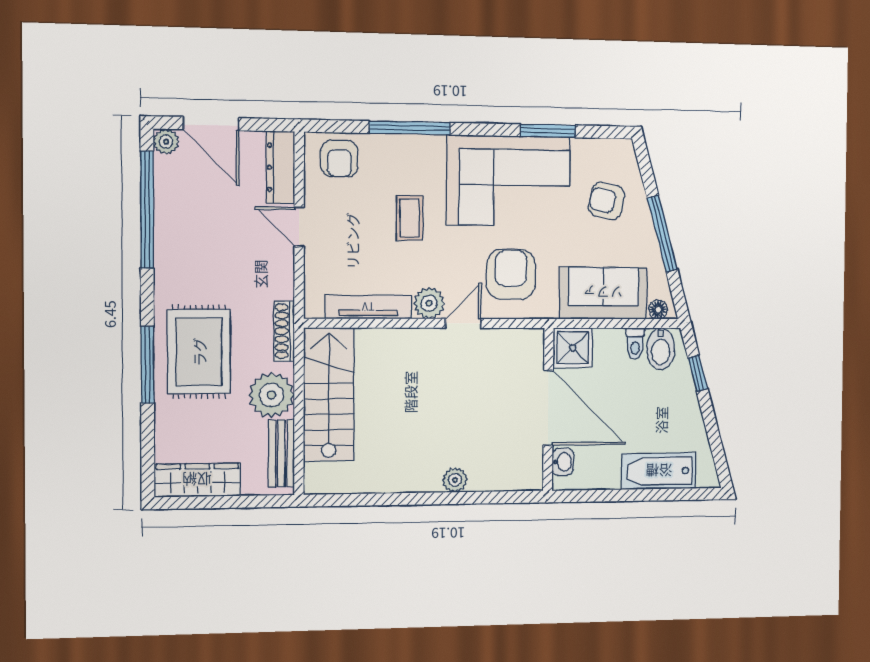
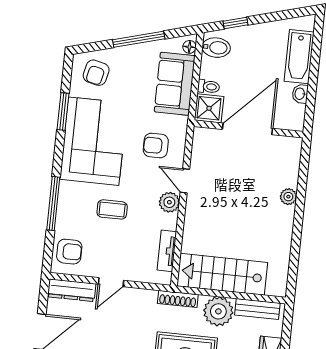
armchair: (607, 201) -> (96, 73), moved
armchair: (511, 274) -> (156, 145), width x0.72, depth x0.72
tv unit: (368, 307) -> (167, 251), width x0.71
toilet: (635, 344) -> (209, 87), moved
washbasin: (563, 462) -> (300, 94), moved, turned -90

